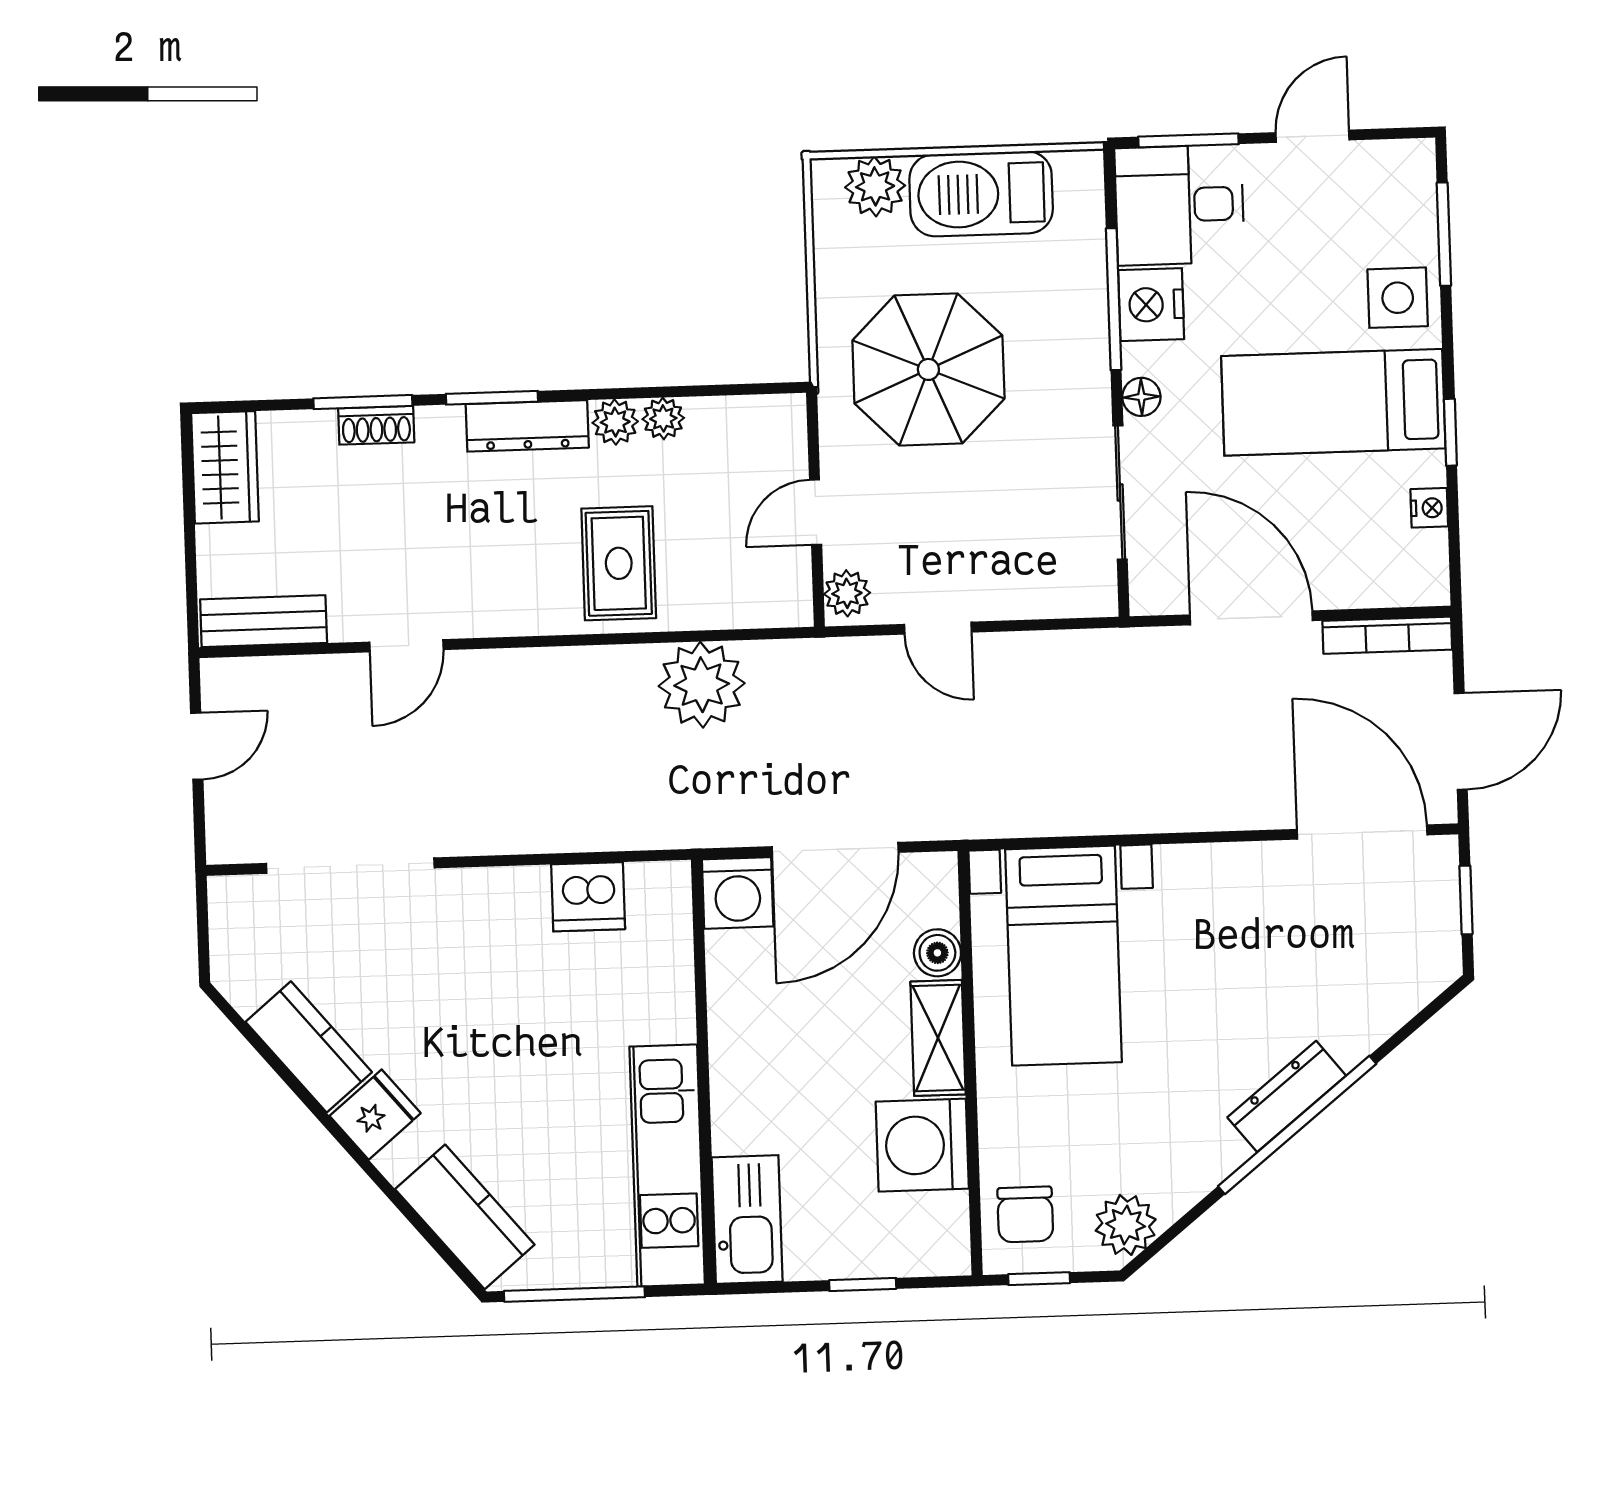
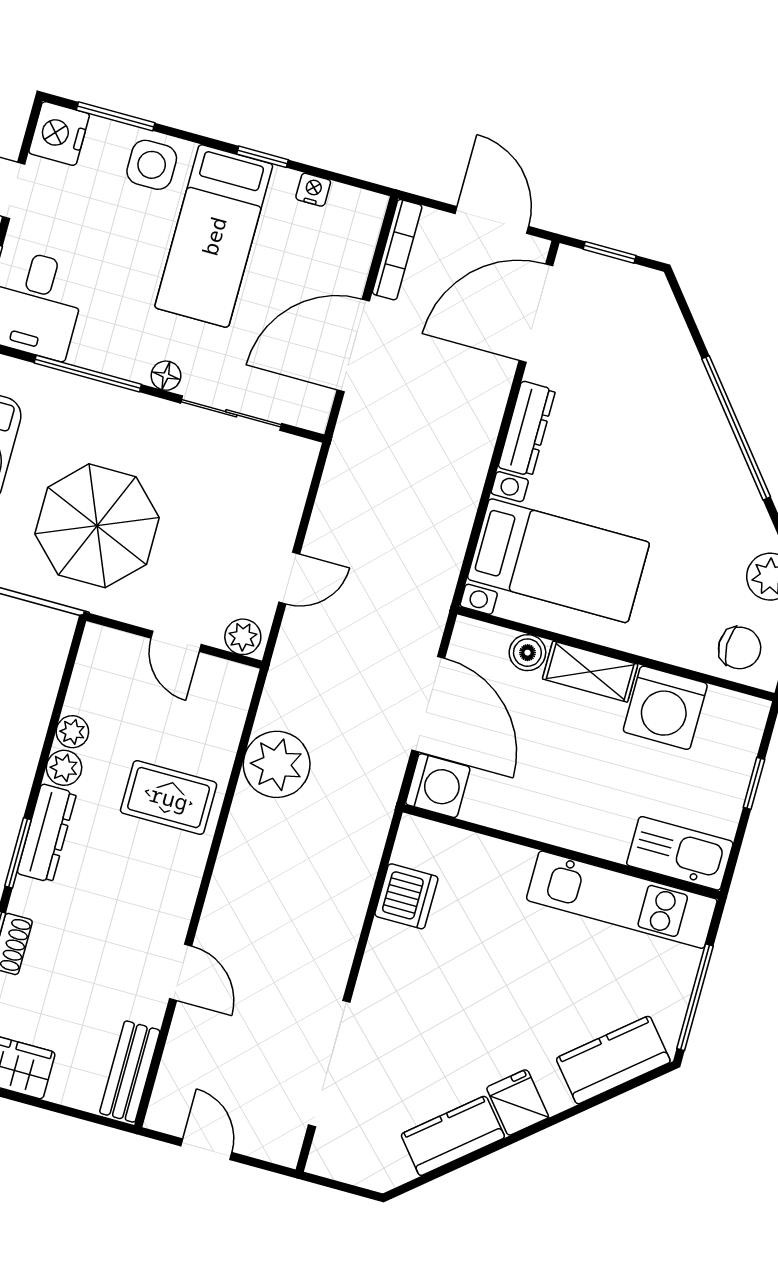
nightstand: (1151, 305) -> (59, 134), moved, turned 90
dresser: (1287, 1096) -> (527, 429), moved, turned -141

